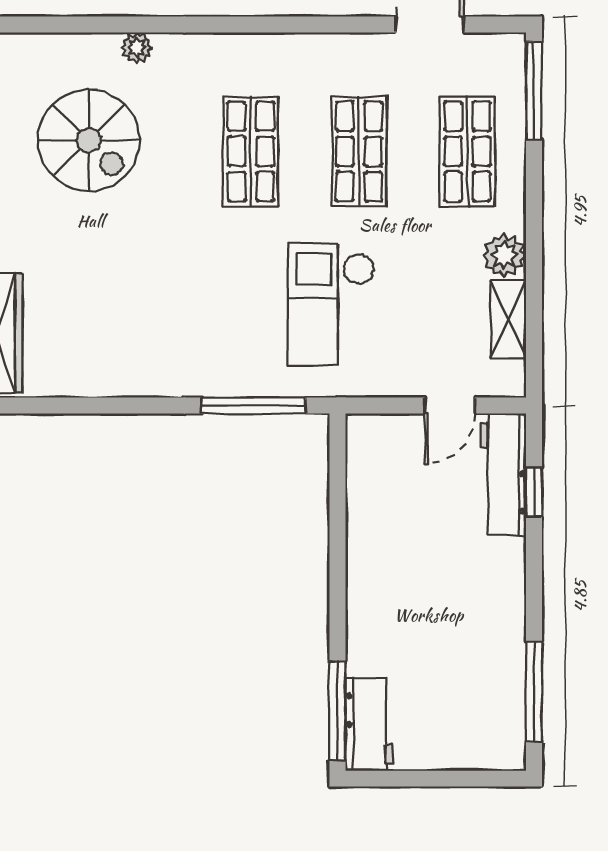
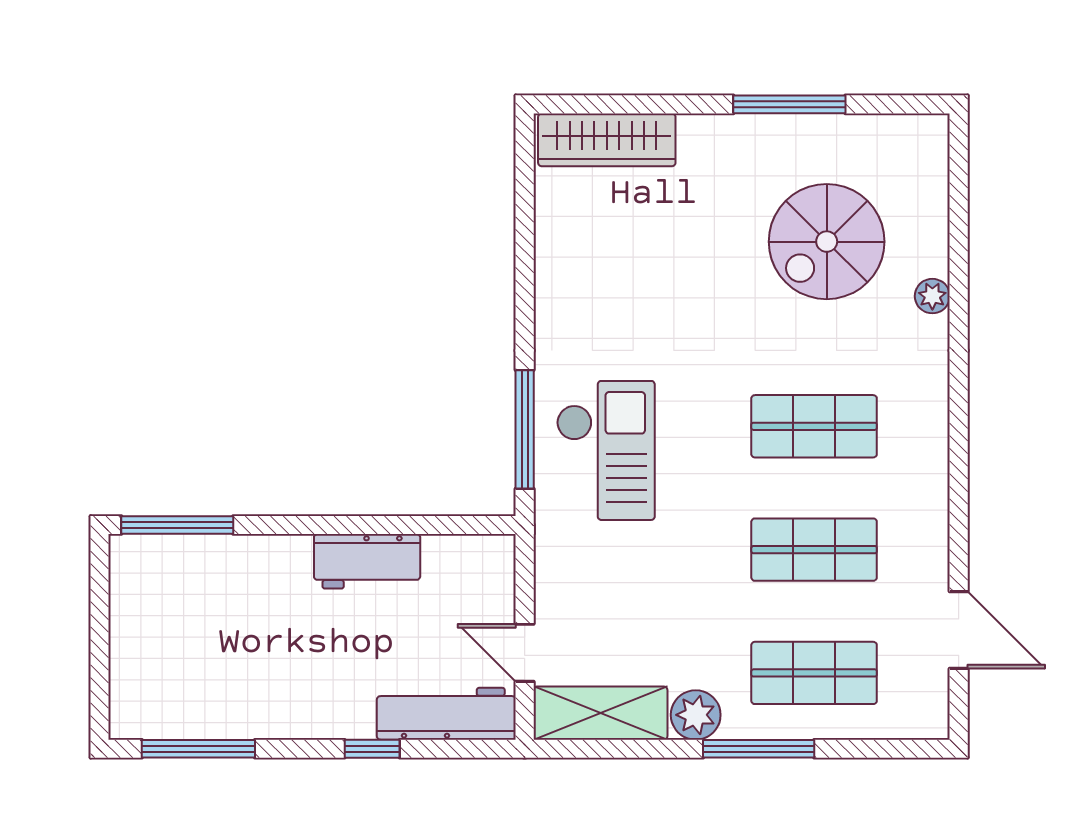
window: (534, 90) -> (759, 749), moved
checkout: (331, 304) -> (606, 450), moved, turned 90
shelving: (508, 319) -> (601, 713), width x1.50, depth x1.33
window: (534, 492) -> (372, 749), moved
workbench: (369, 724) -> (367, 561), moved

